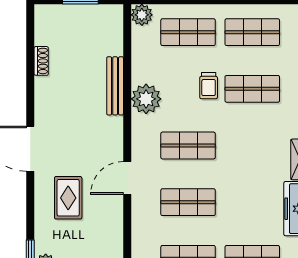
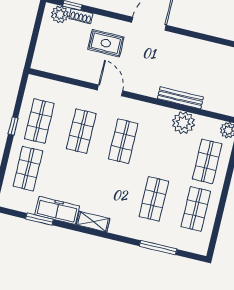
shoe rack: (41, 61) -> (81, 16), moved
trolley: (209, 86) -> (164, 167), removed
plant: (146, 99) -> (183, 123), moved

